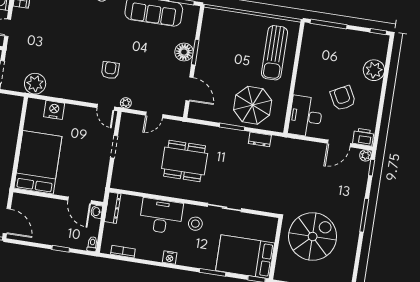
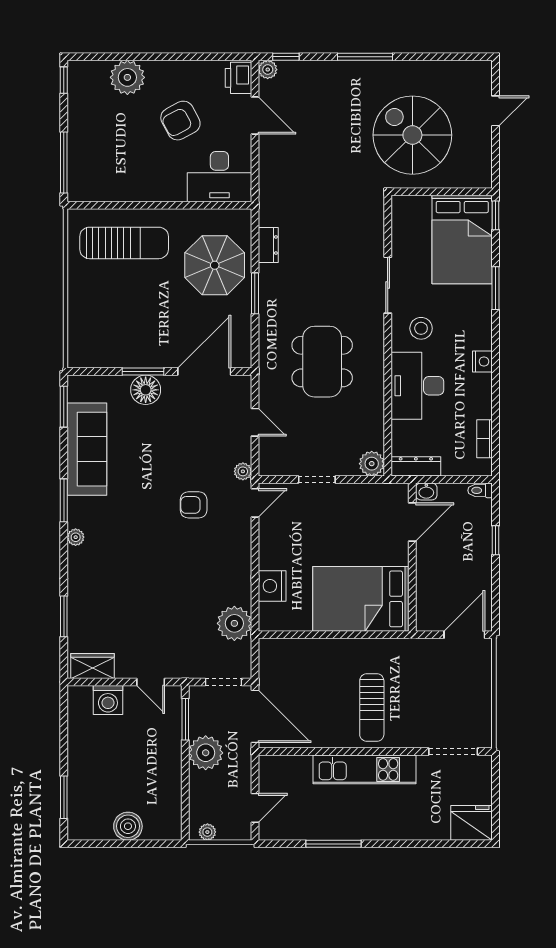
door: (190, 89) -> (204, 372), width x1.36
plant: (118, 181) -> (372, 464), added

